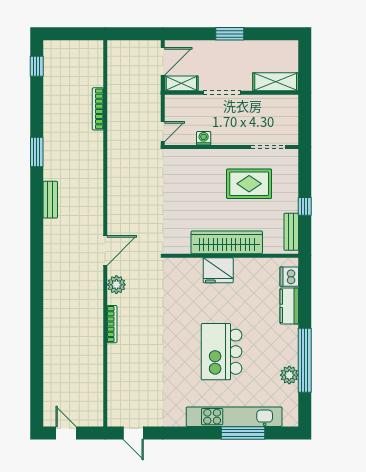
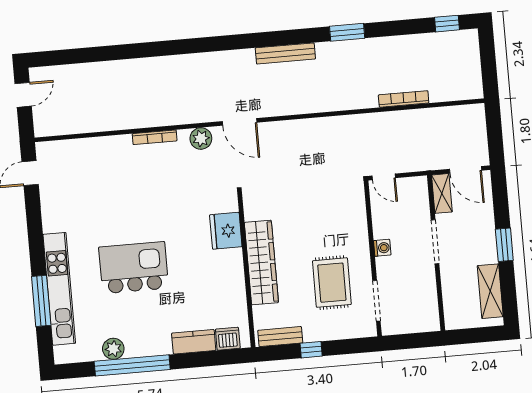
shelving: (276, 82) -> (490, 291), moved
washing machine: (204, 138) -> (382, 248), moved
bench: (50, 200) -> (285, 53), width x1.36
fridge: (218, 270) -> (226, 231), moved

